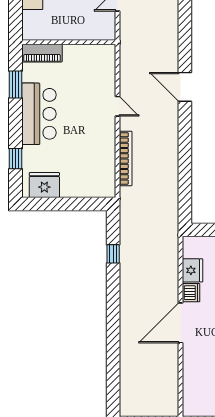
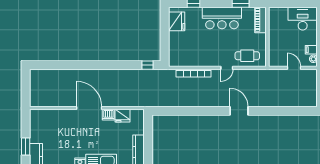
cafe table: (98, 74) -> (247, 56), added
door: (185, 87) -> (239, 111), hinge flipped
window: (113, 254) -> (148, 65), moved

